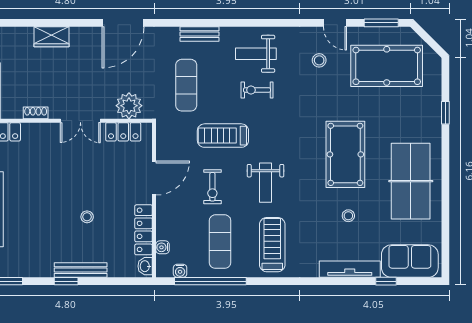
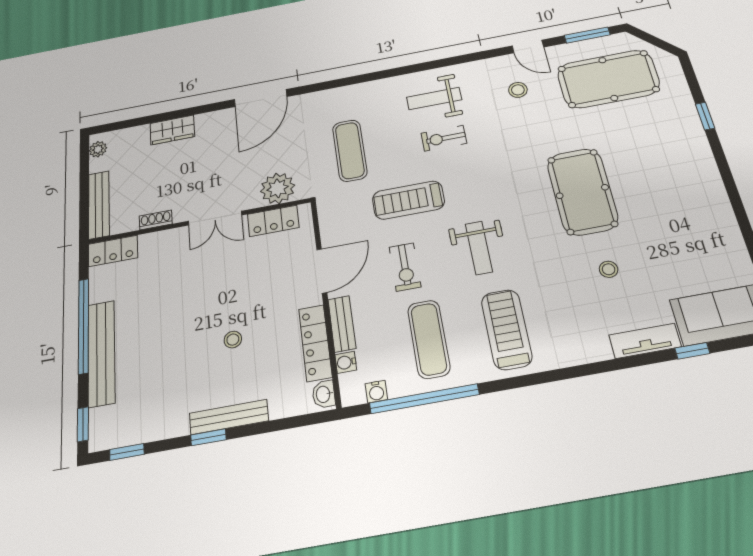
bench: (199, 34) -> (342, 324), moved, turned 90
table tennis table: (411, 181) -> (685, 208), removed
tv unit: (350, 269) -> (645, 341), width x0.71

